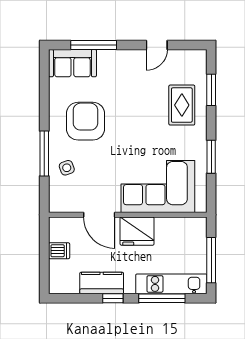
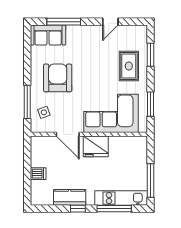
corner sofa: (158, 187) -> (111, 113), moved
door: (99, 215) -> (68, 134), moved
wall: (128, 215) -> (89, 134), moved
fridge: (137, 231) -> (96, 146), moved

